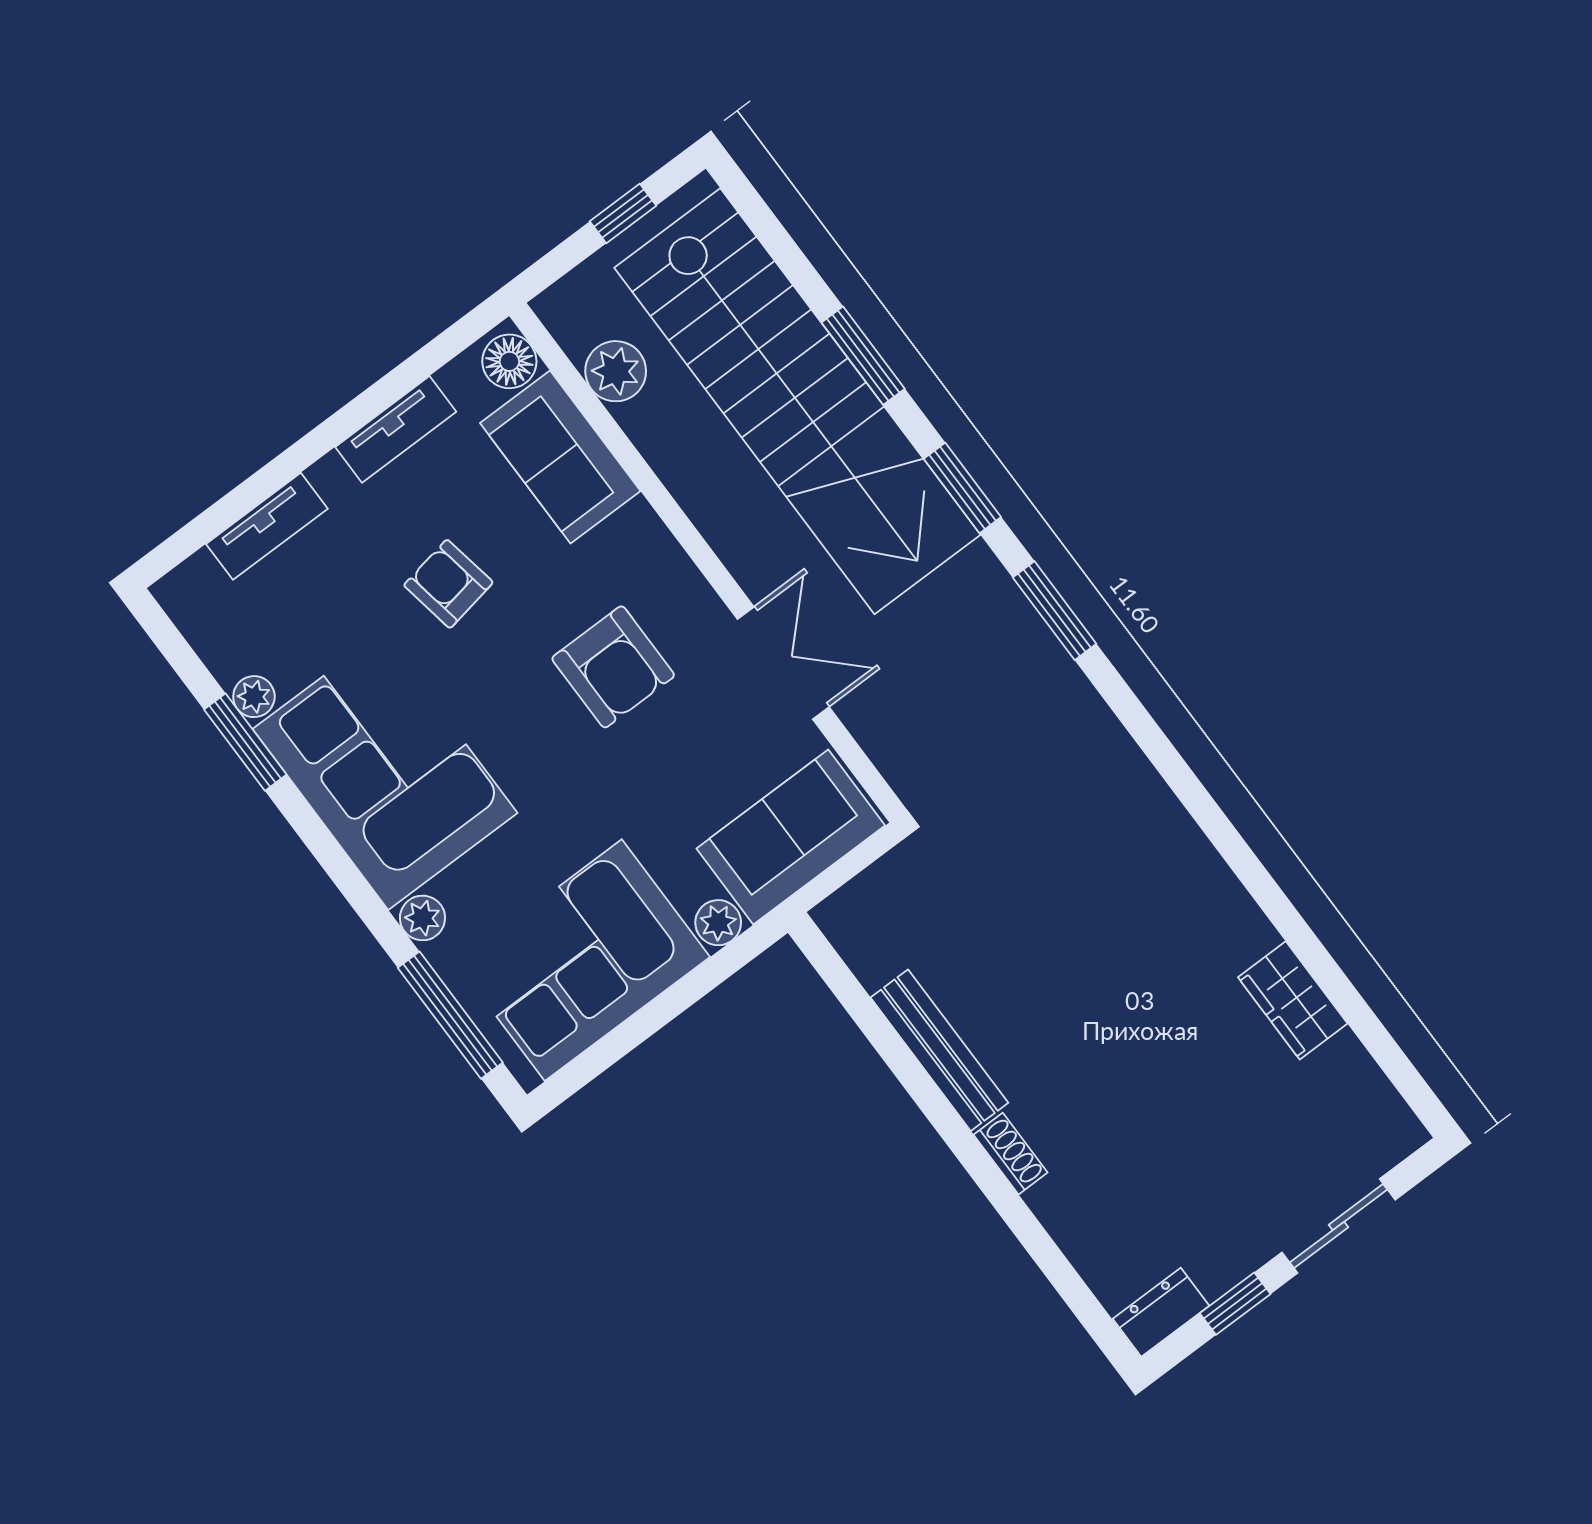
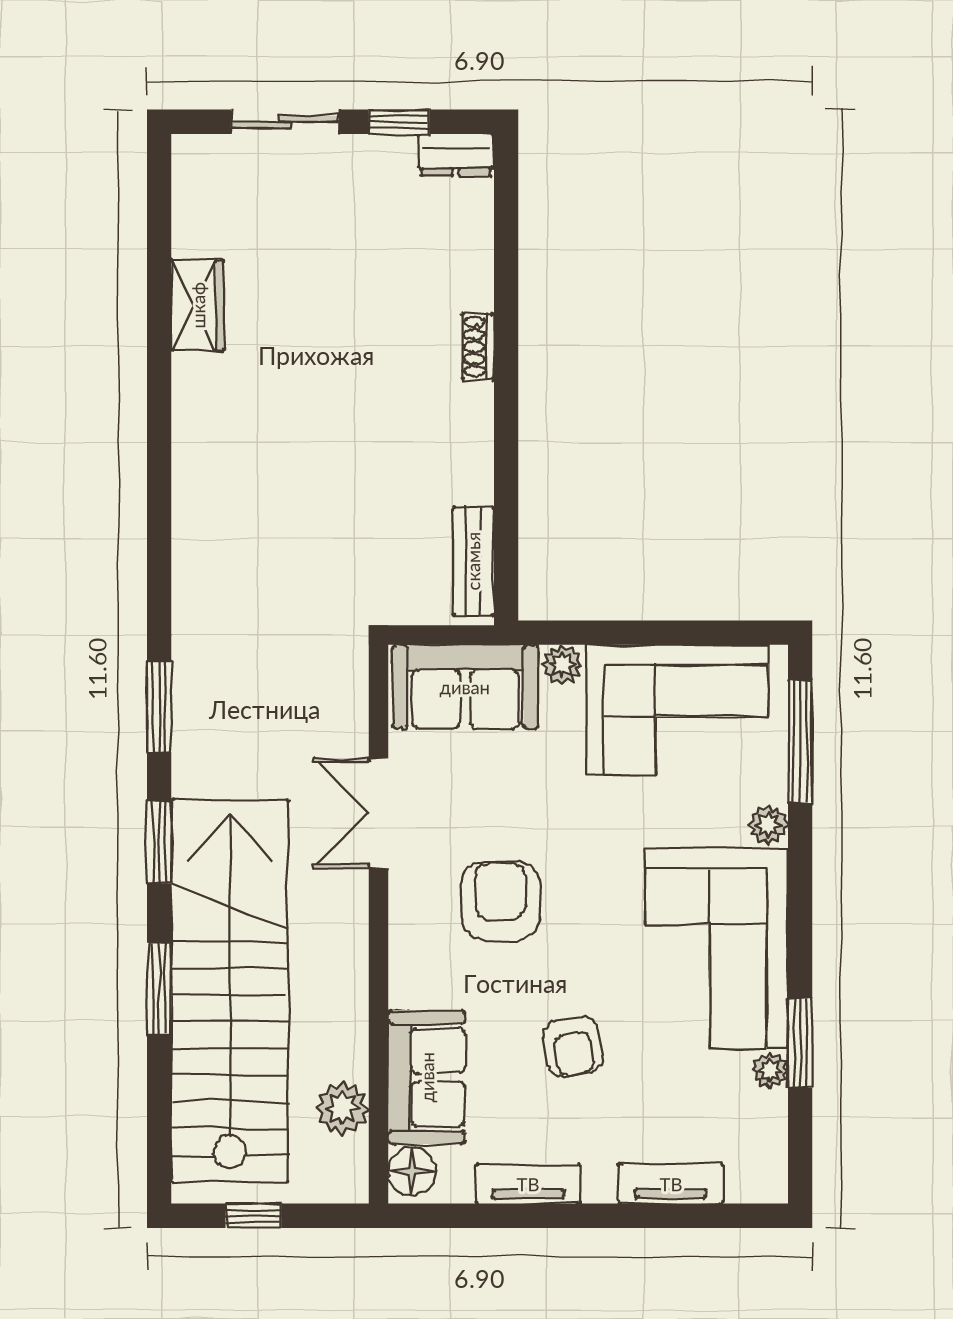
bench: (939, 1050) -> (473, 561), moved, width x0.73

